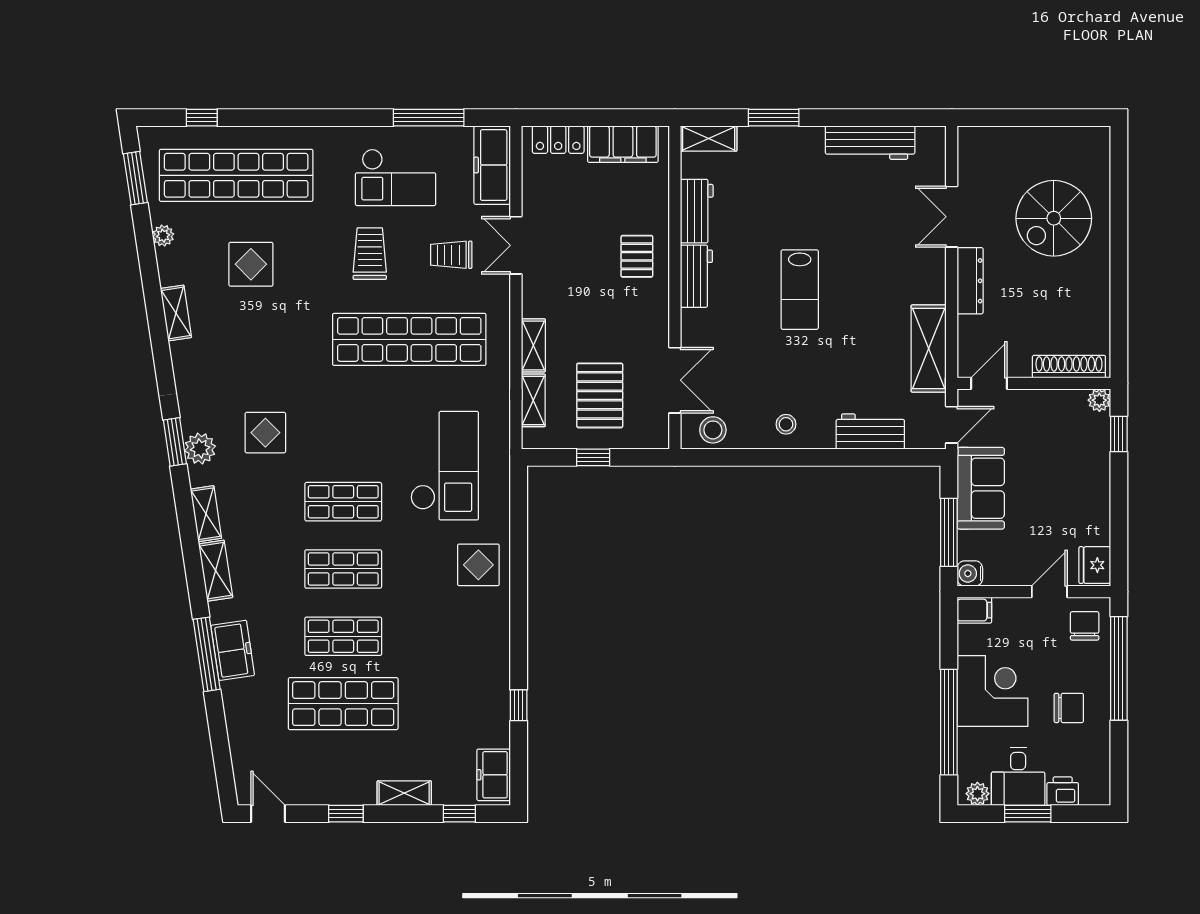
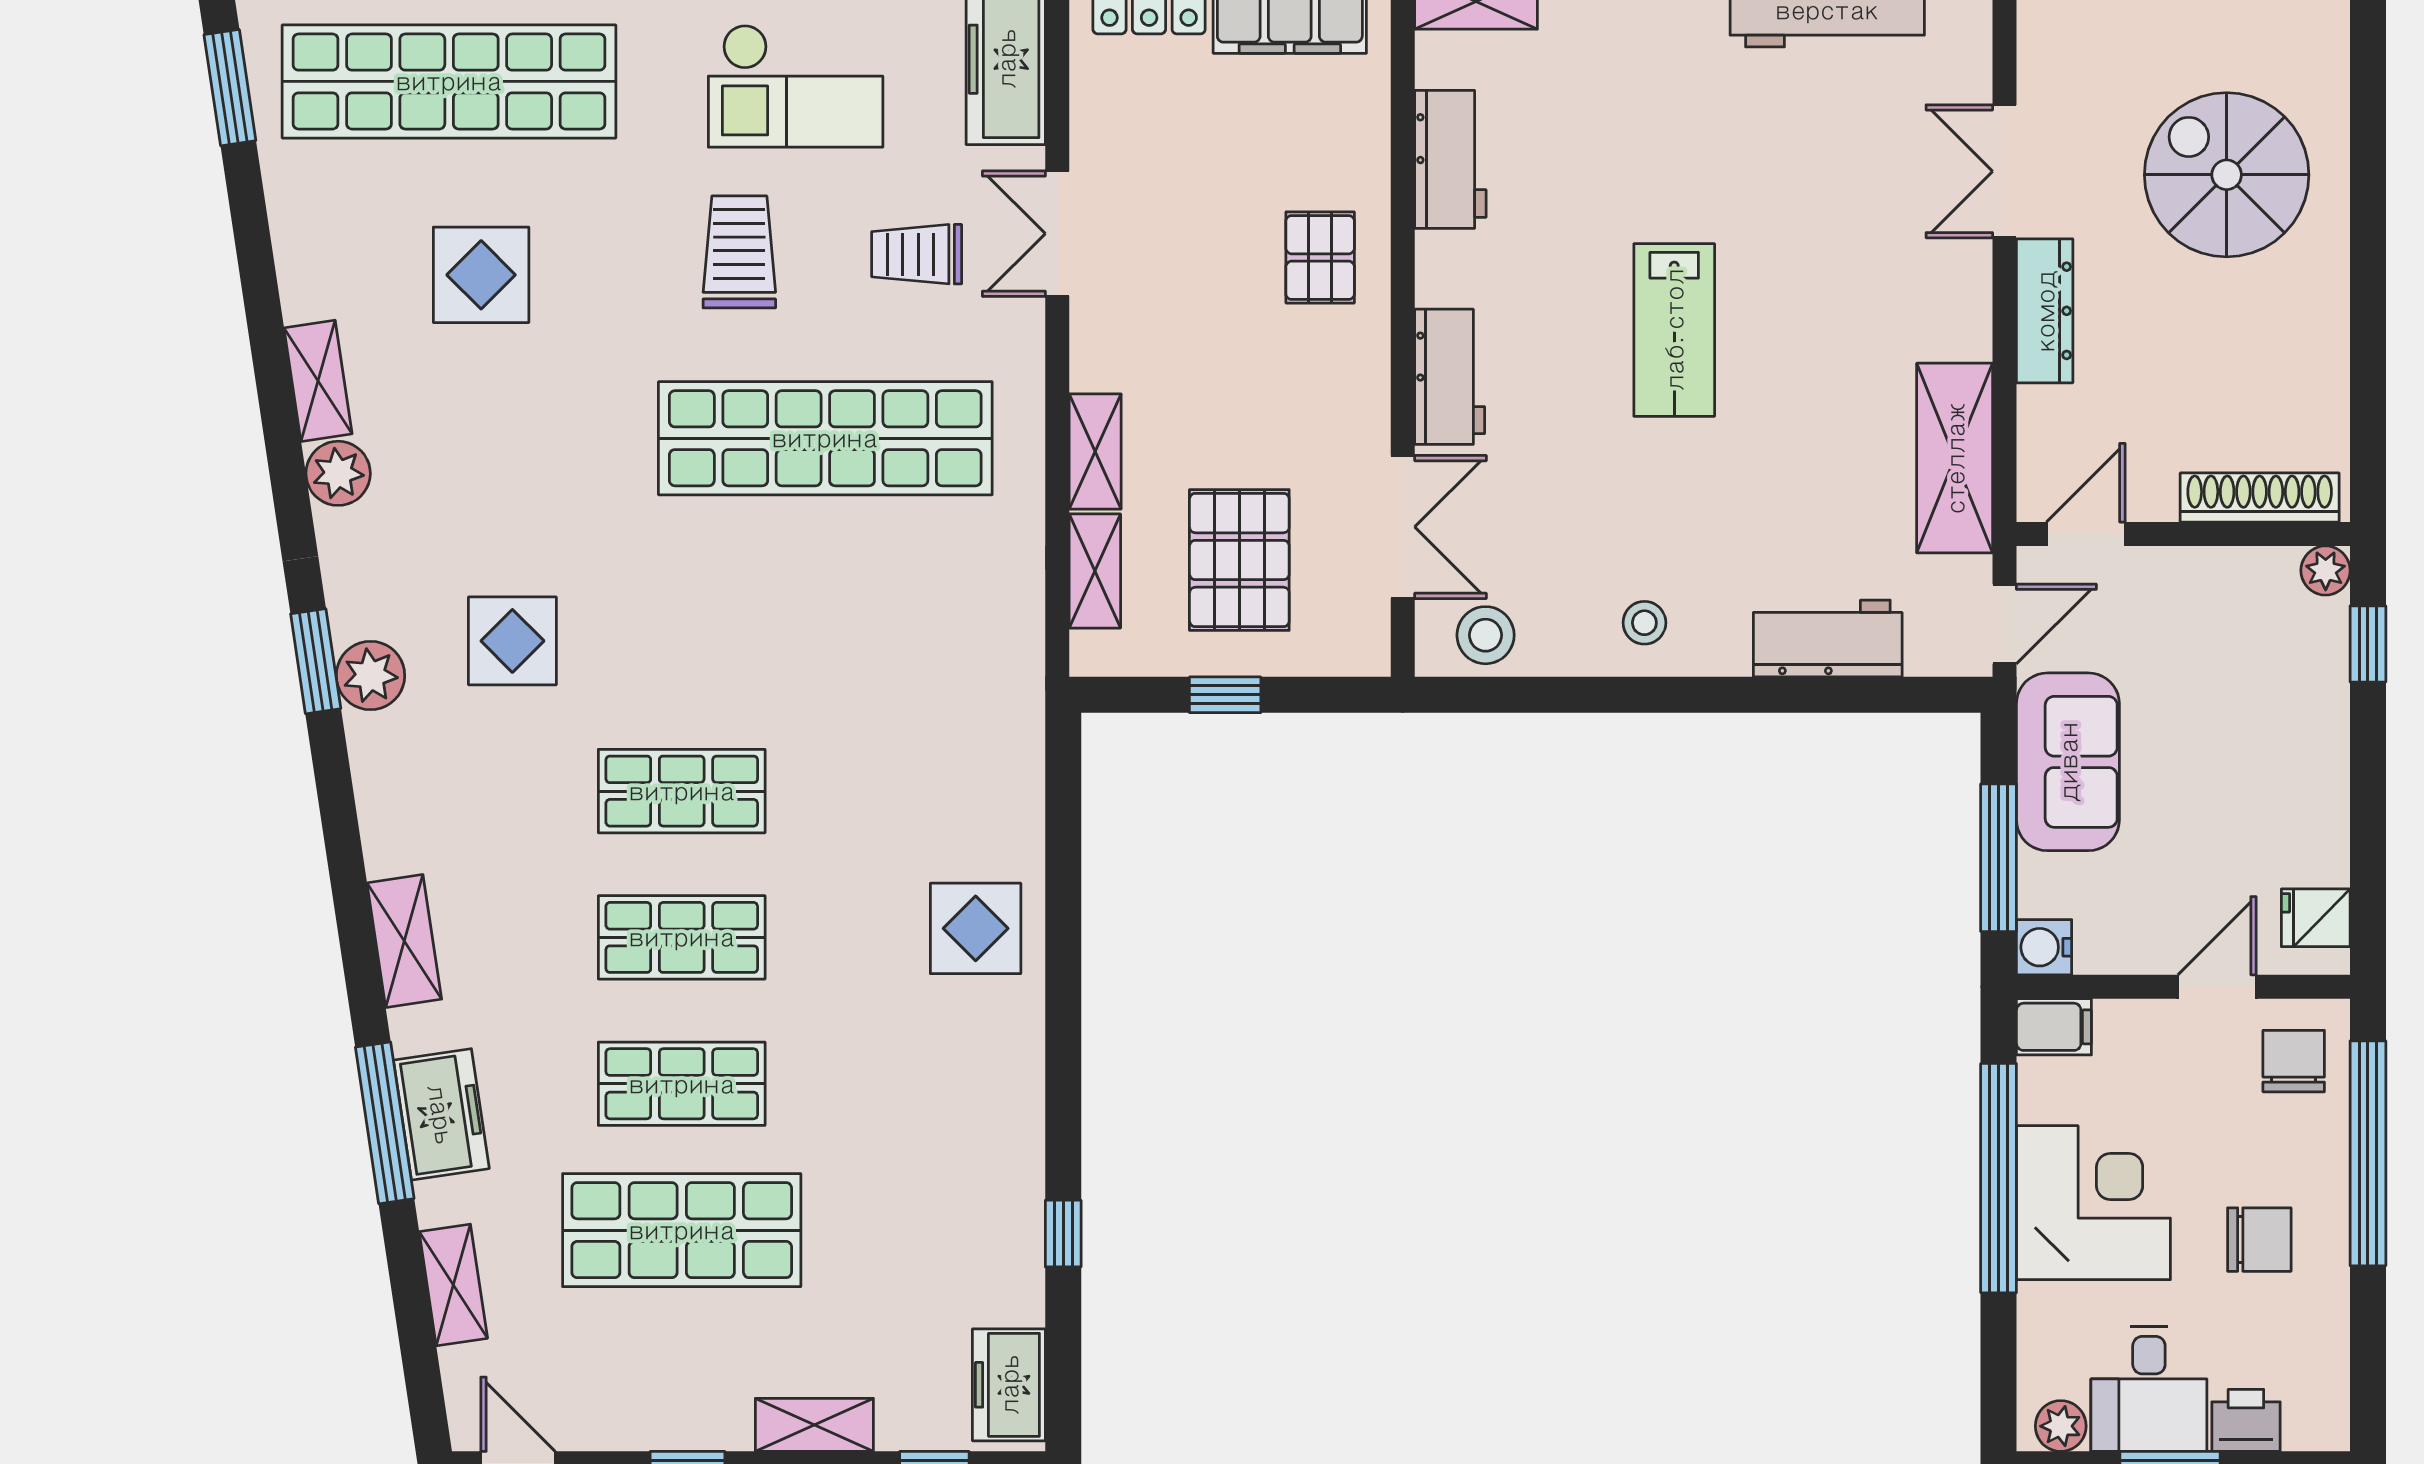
spiral stairs: (1054, 218) -> (2227, 175), turned 90
plant: (163, 236) -> (338, 473), moved, width x1.38, depth x1.38
workbench: (696, 276) -> (1450, 377), moved
checkout: (445, 466) -> (902, 713), removed
shelving: (206, 514) -> (453, 1285), moved
fridge: (1095, 565) -> (2316, 918), width x0.72
window: (949, 722) -> (1999, 1178), moved

